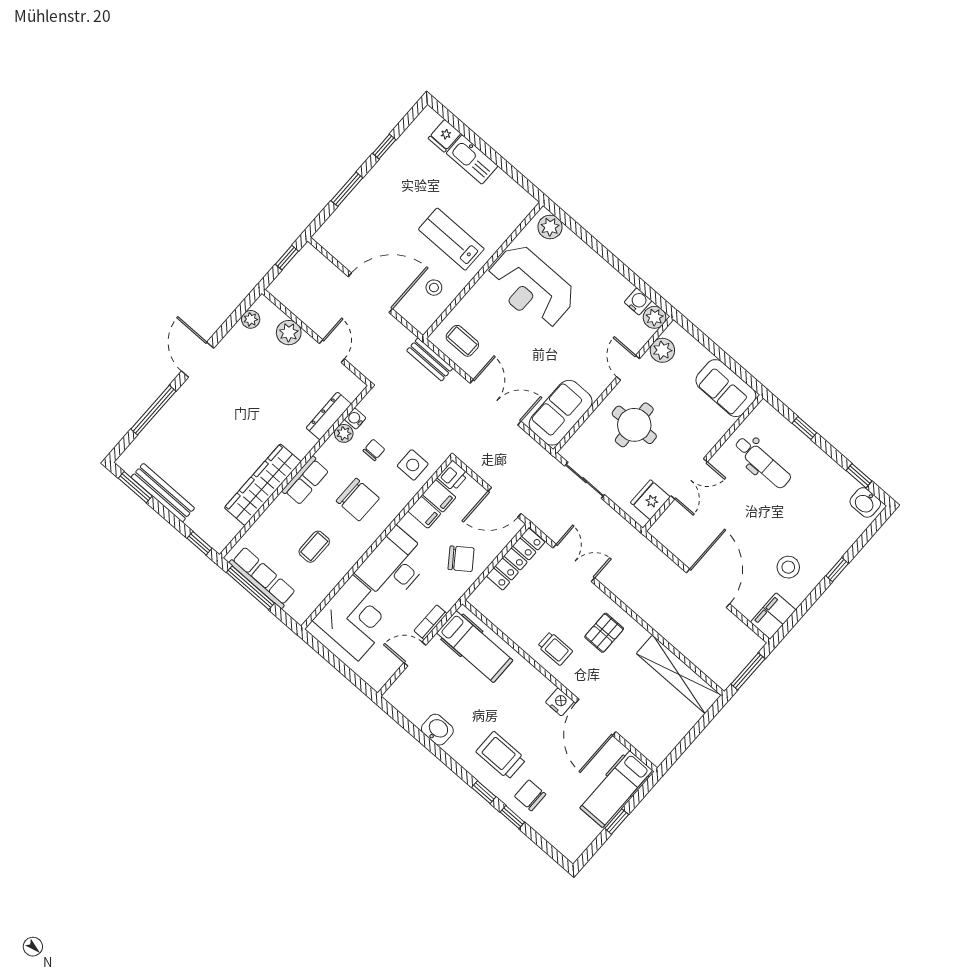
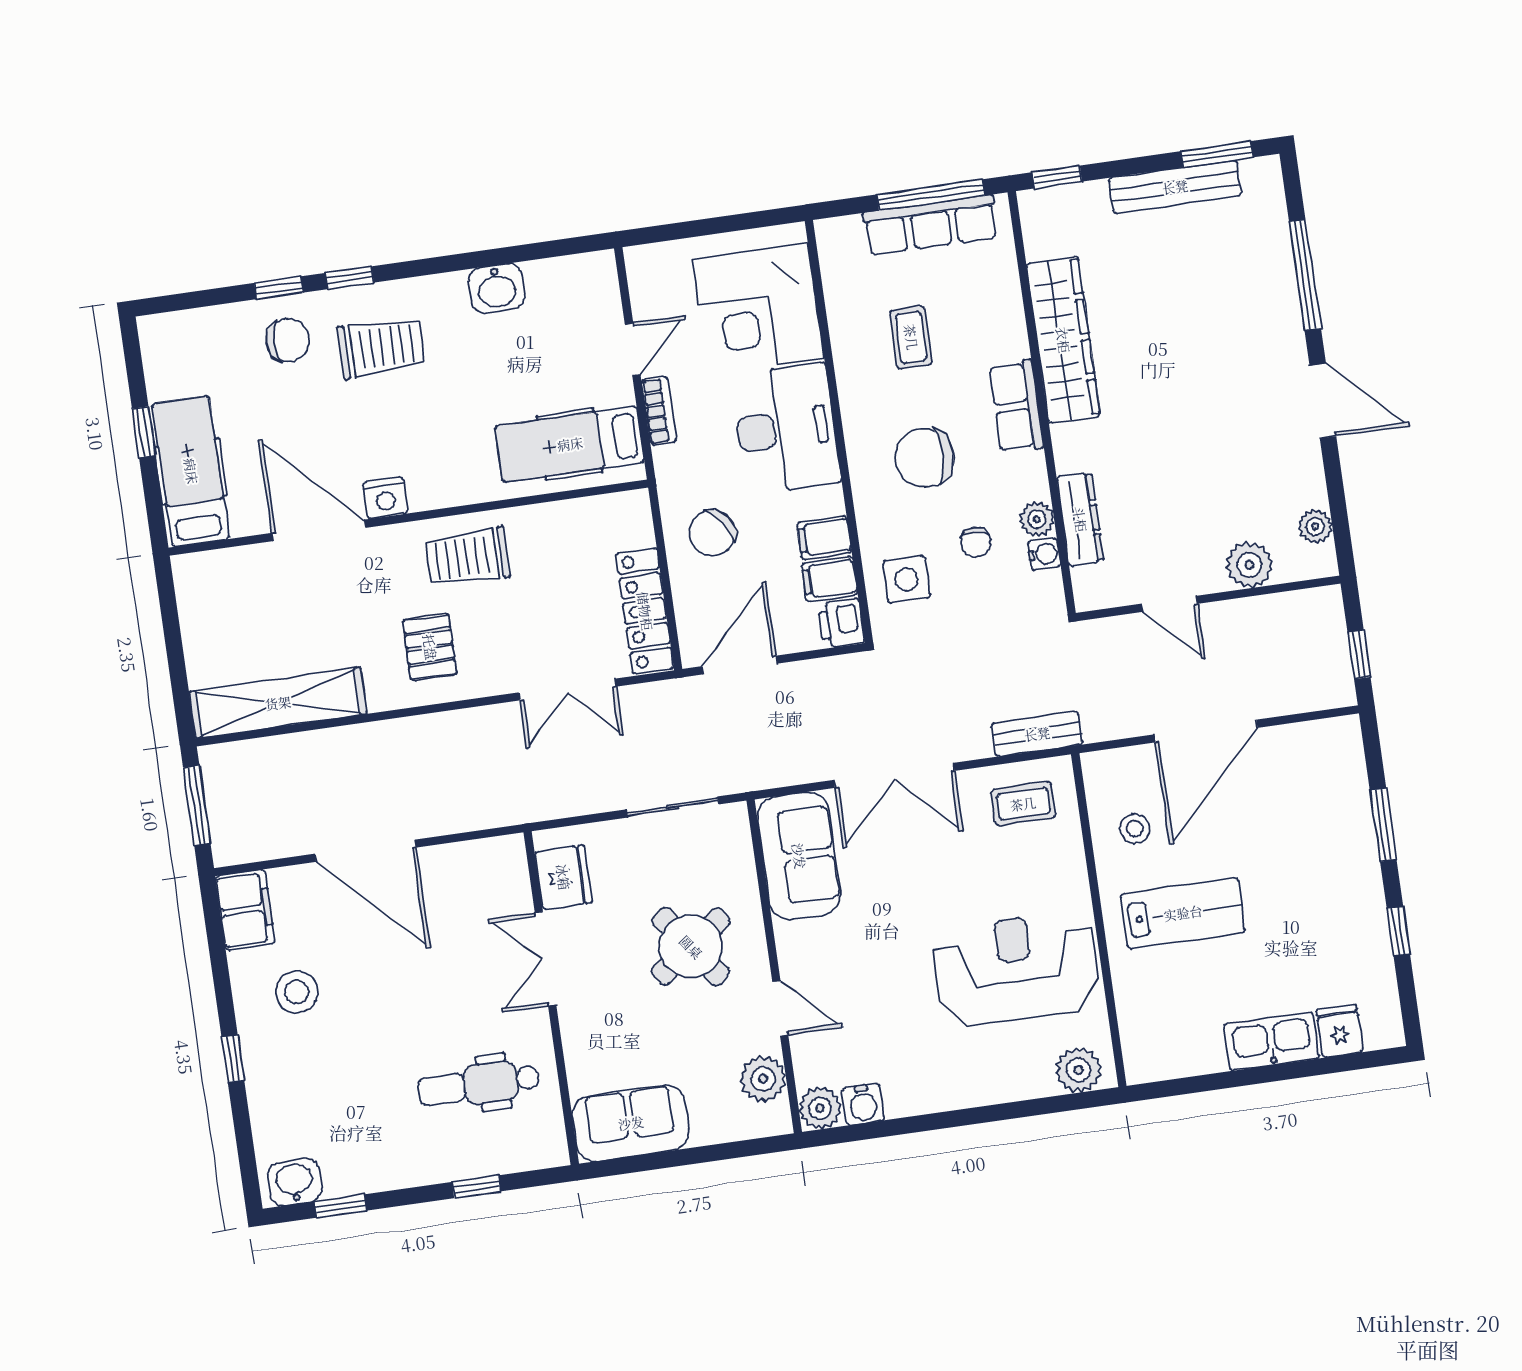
round table: (634, 425) -> (691, 947), turned -33
trolley: (555, 649) -> (467, 557), width x1.36, depth x1.39

